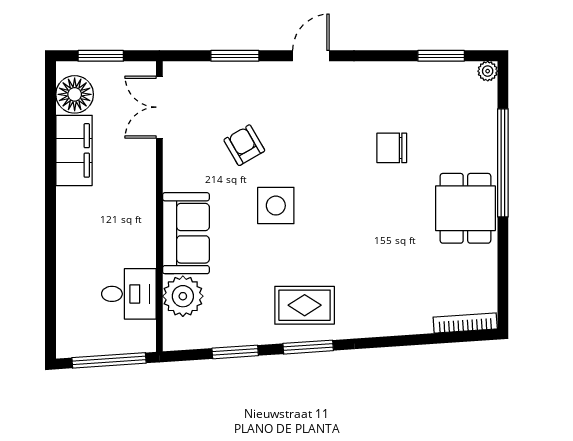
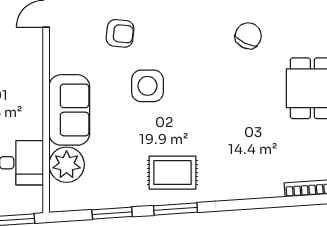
armchair: (244, 145) -> (120, 33), turned 126
chair: (392, 148) -> (248, 36), turned 116

